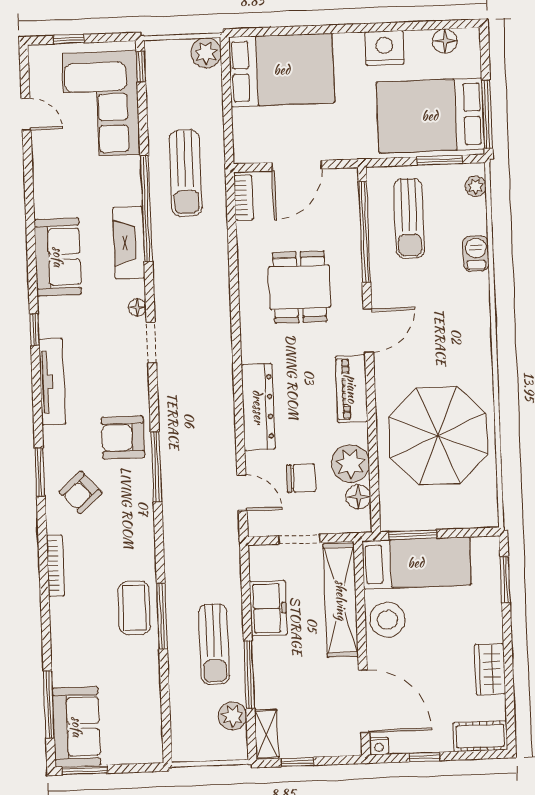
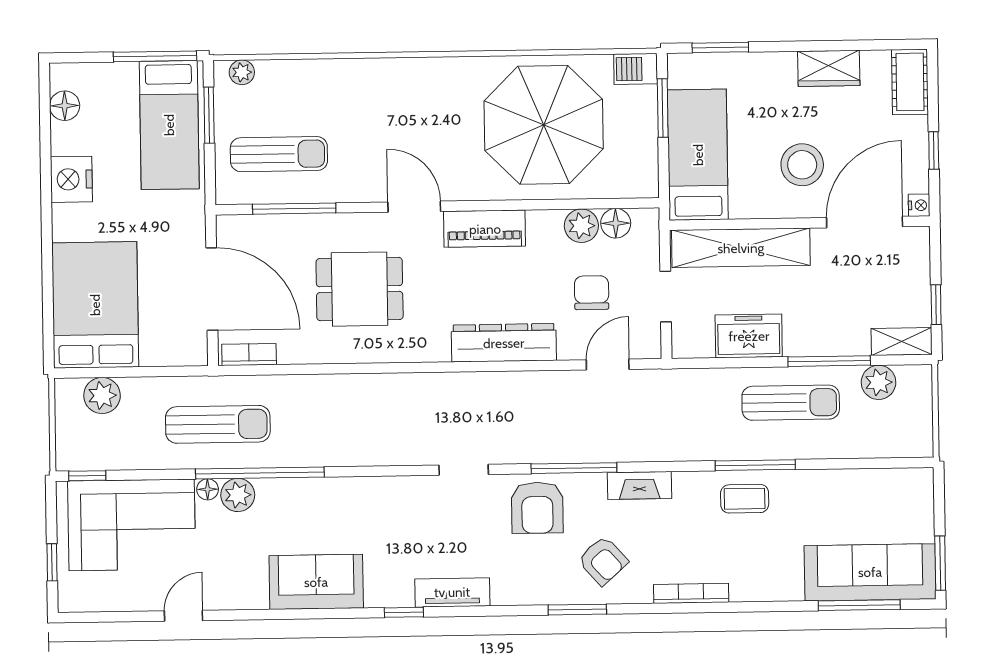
plant: (206, 53) -> (102, 395), moved
door: (26, 114) -> (183, 616), moved
bed: (430, 116) -> (169, 125), width x0.67
door: (297, 166) -> (212, 289), width x1.36
plant: (128, 191) -> (238, 495), added
window: (365, 232) -> (294, 209), width x0.68
fireplace: (129, 243) -> (639, 485), moved, width x0.73, depth x0.76
barbecue: (476, 253) -> (636, 69), moved
floor lamp: (137, 307) -> (208, 489), moved
doorway: (151, 342) -> (464, 470), moved
tv unit: (52, 382) -> (452, 592), width x0.71
plant: (350, 464) -> (581, 226), width x0.73, depth x0.73
window: (413, 535) -> (663, 108), moved
coffee table: (134, 608) -> (745, 499), width x0.73, depth x0.77
stool: (387, 620) -> (802, 165), moved
sofa: (77, 727) -> (870, 572), width x1.36

